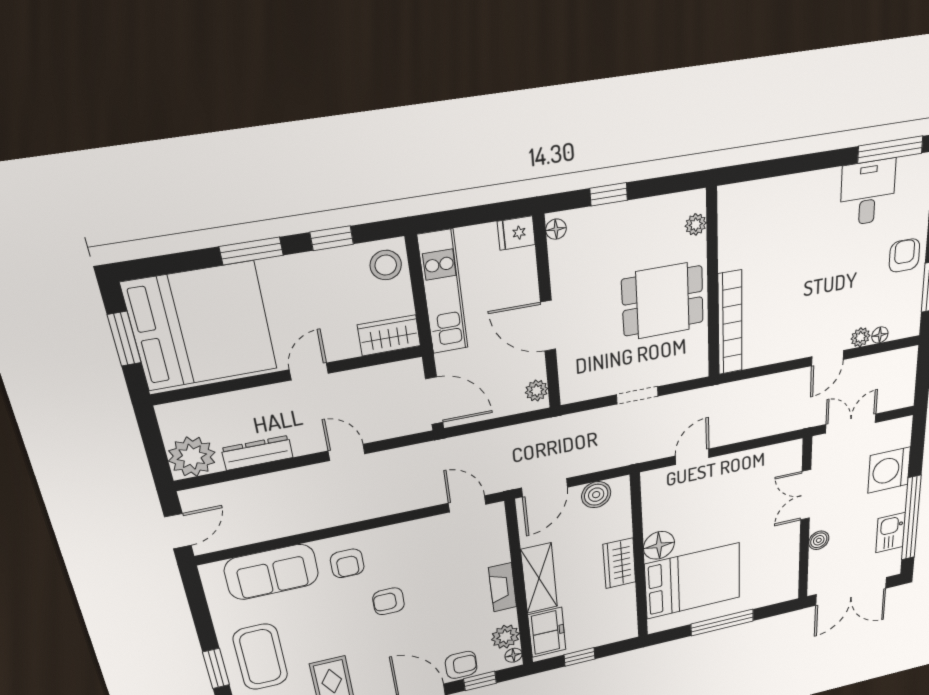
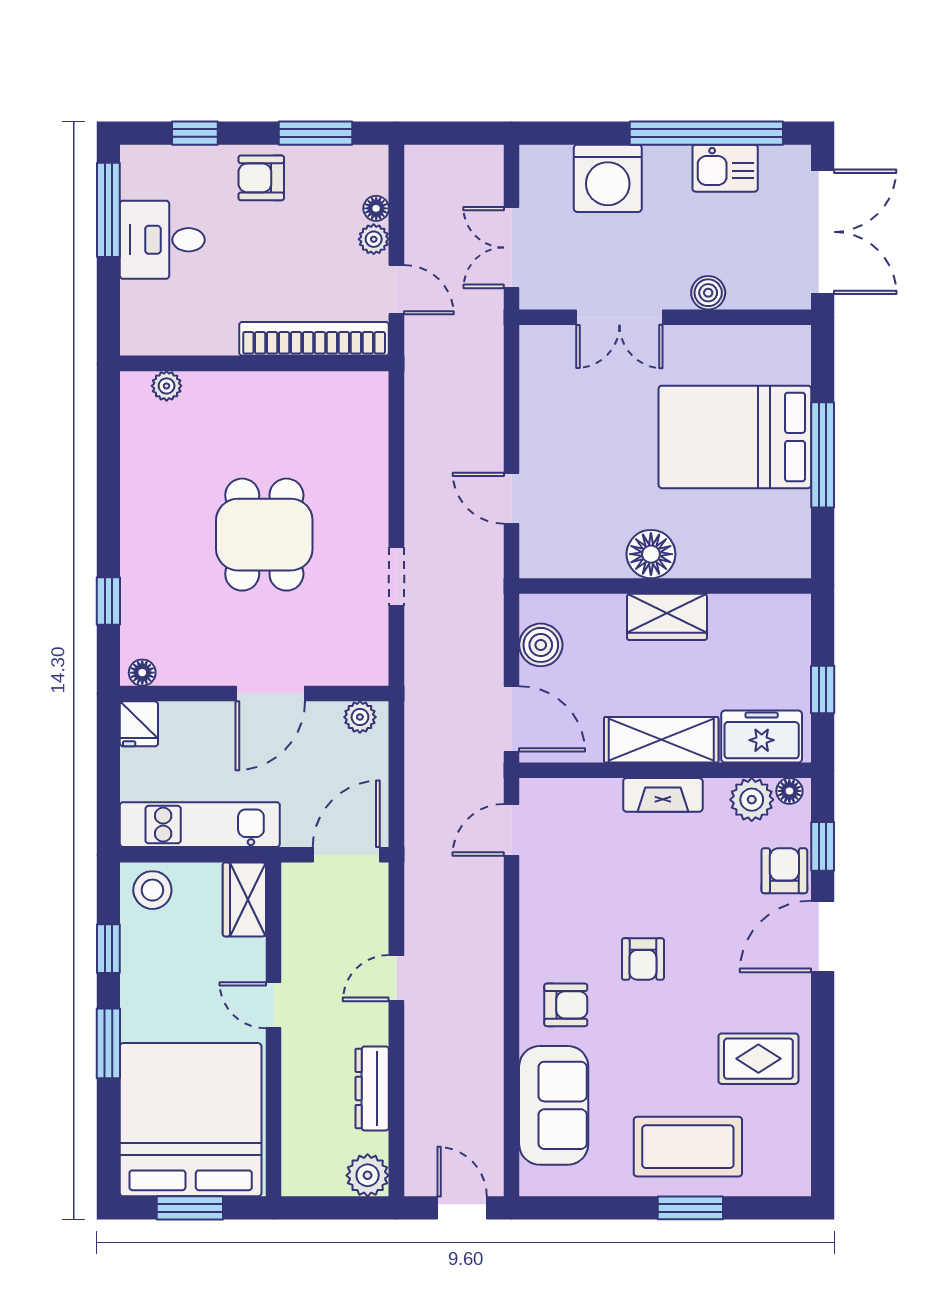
plant: (696, 224) -> (167, 386), moved
wall: (713, 285) -> (254, 363), moved
bookcase: (730, 323) -> (314, 339), moved
plant: (192, 457) -> (368, 1175), width x0.73, depth x0.73
bed: (693, 581) -> (735, 437), moved, turned -90

